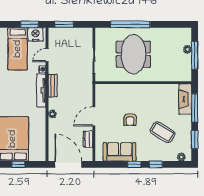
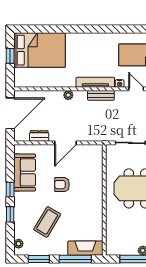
door: (94, 116) -> (66, 143), swing flipped

